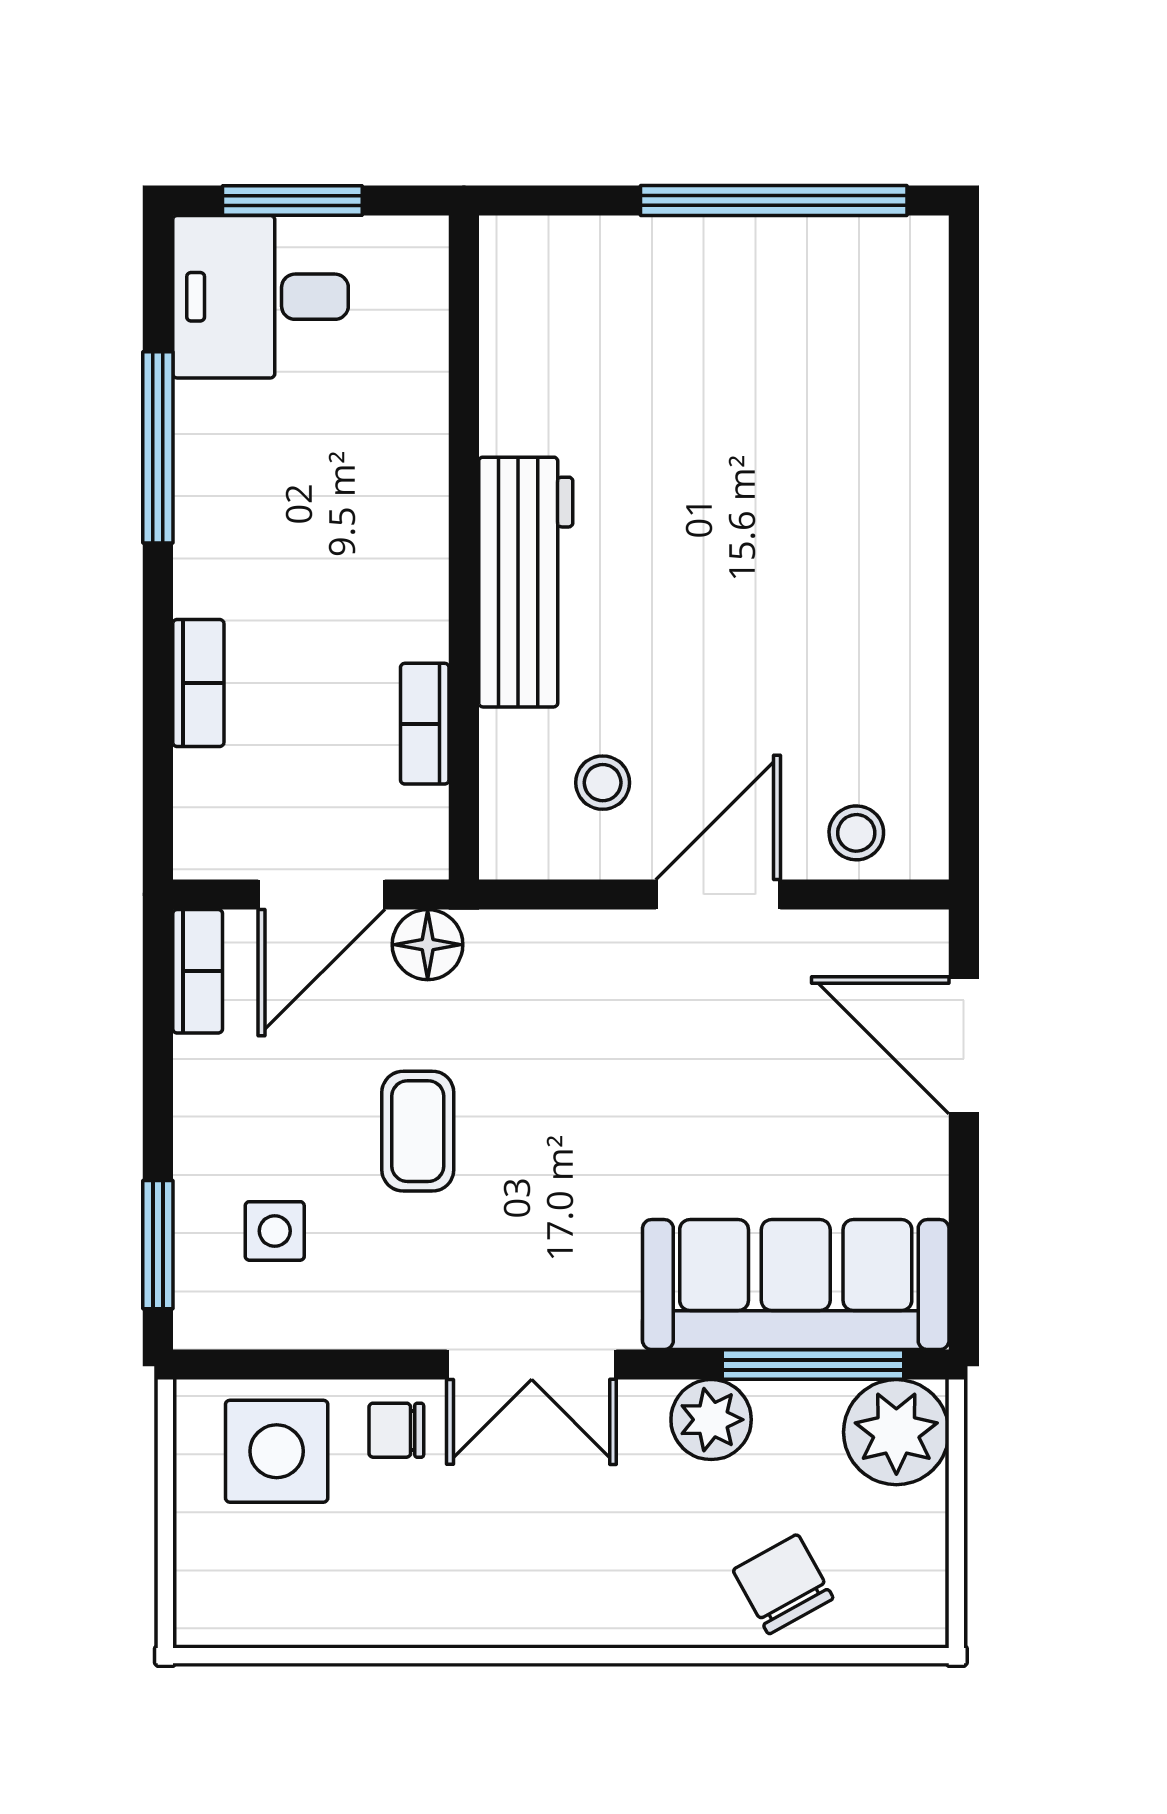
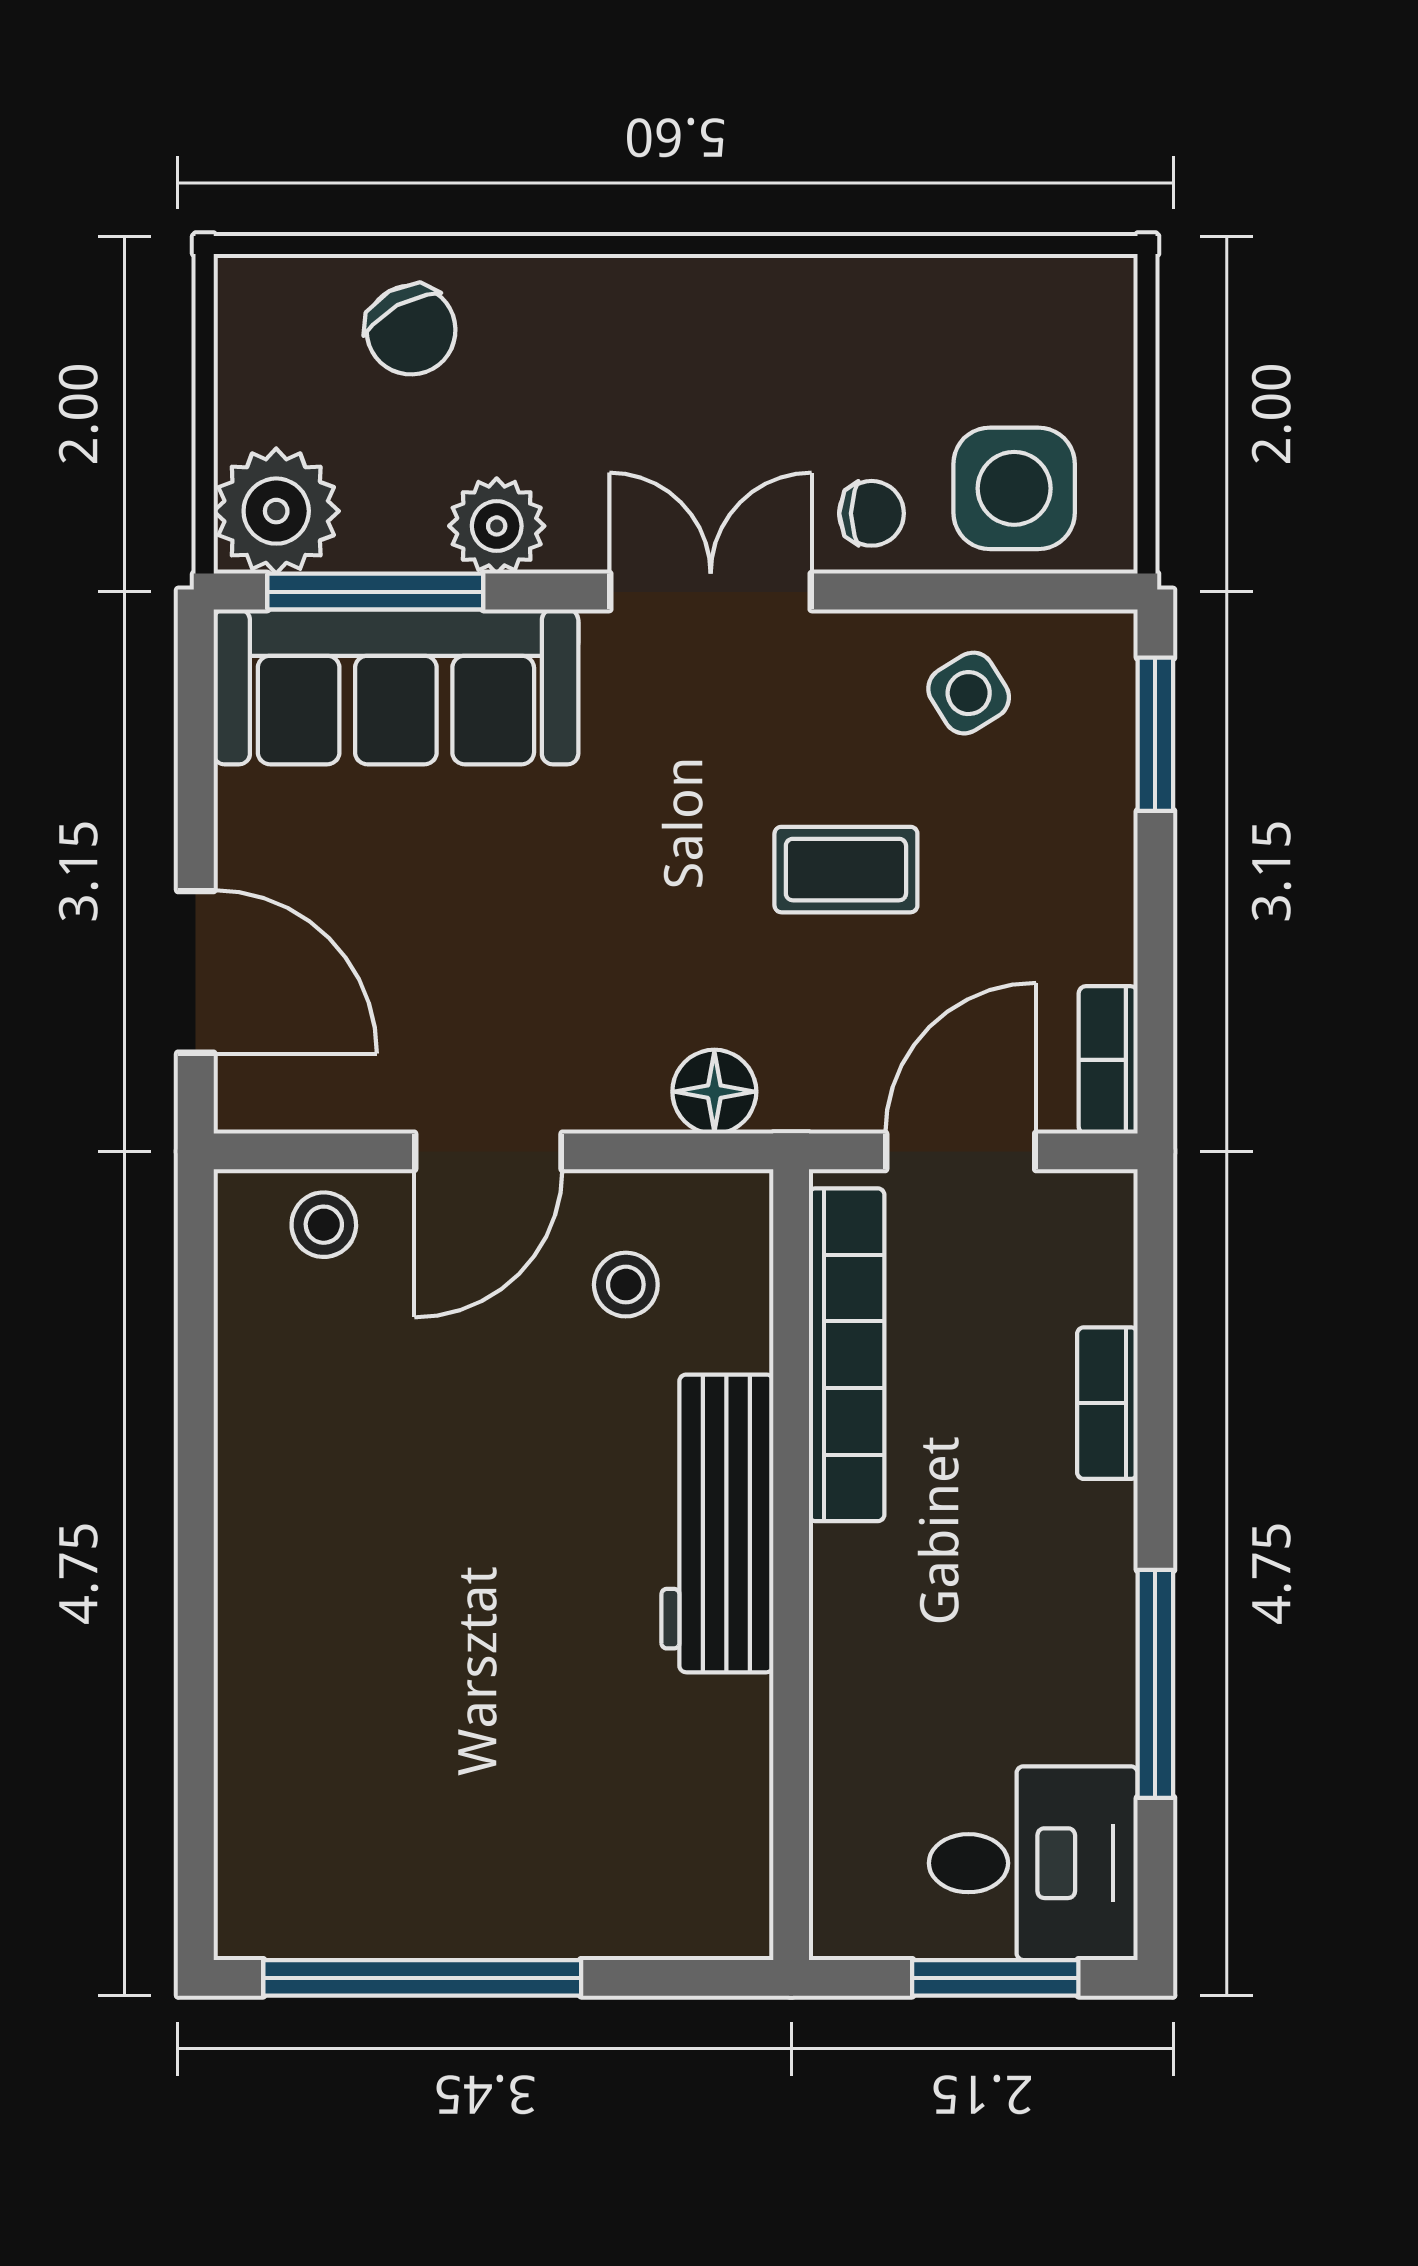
bookcase: (425, 724) -> (847, 1355), width x2.31, depth x1.31
floor lamp: (428, 945) -> (714, 1092), moved
coffee table: (418, 1131) -> (846, 870), turned 90
side table: (275, 1231) -> (969, 693), moved, turned -32

